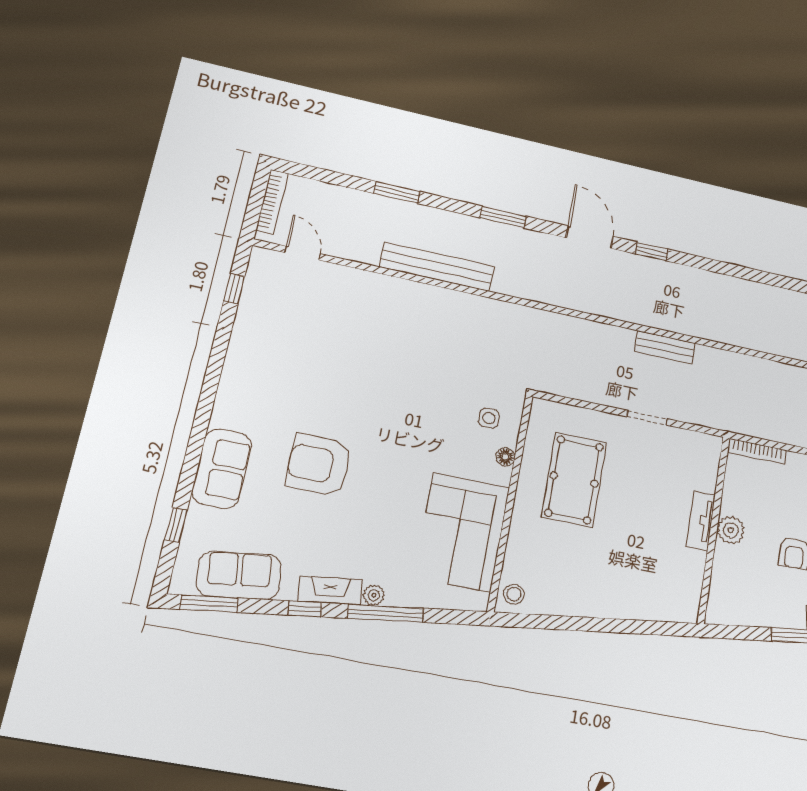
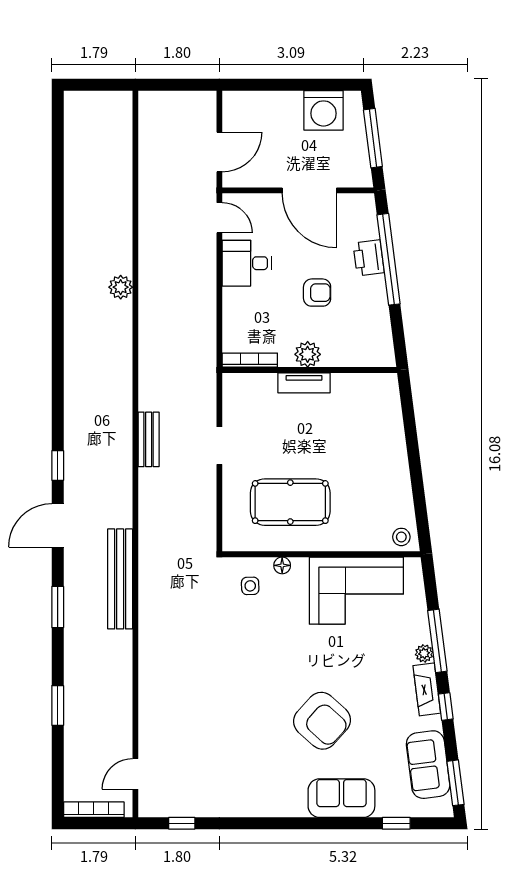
bench: (437, 267) -> (120, 579), moved
bookcase: (757, 451) -> (250, 360), moved, turned -90
armchair: (319, 465) -> (322, 721), turned -48

